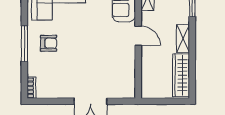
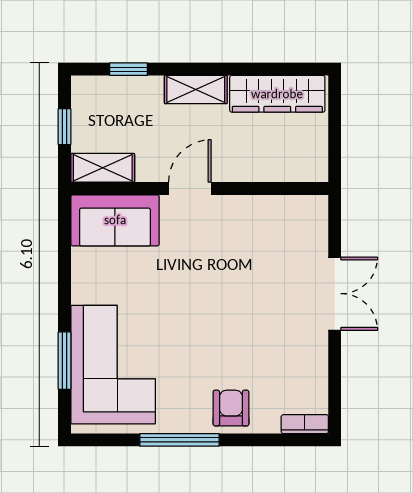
armchair: (49, 43) -> (231, 408), moved
window: (24, 44) -> (180, 440), moved

